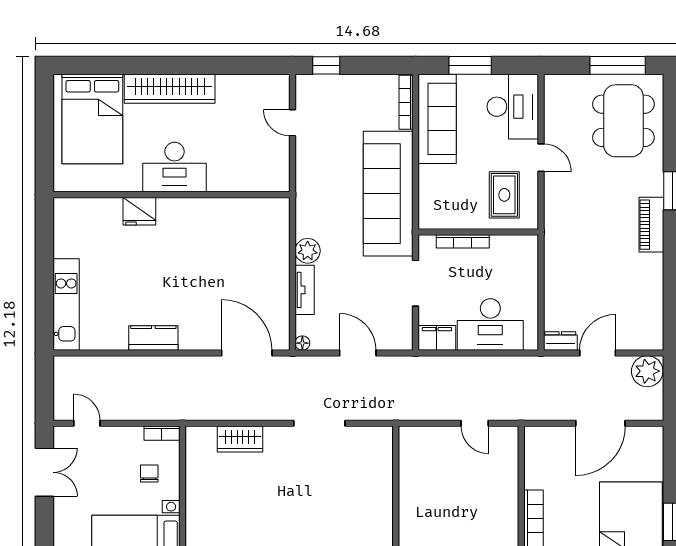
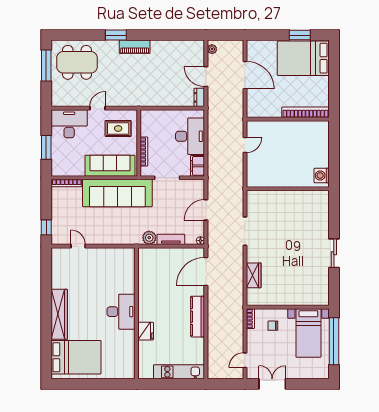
sofa: (437, 119) -> (110, 166), moved
door: (292, 123) -> (78, 246), swing flipped
desk: (175, 167) -> (121, 312), moved
wall: (172, 195) -> (136, 313), moved
fridge: (139, 211) -> (146, 331), moved
kitchen counter: (153, 338) -> (198, 317), width x1.50
plant: (647, 371) -> (212, 49), width x0.53, depth x0.53

